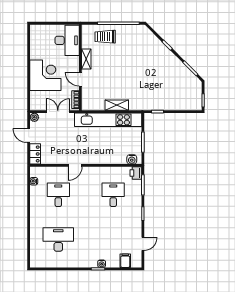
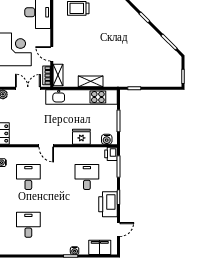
shelving: (86, 59) -> (58, 75), moved
fridge: (108, 157) -> (81, 137), added
door: (75, 165) -> (46, 146), hinge flipped
printer: (133, 220) -> (108, 204), added
desk: (58, 240) -> (28, 225), width x0.73
filing cabinet: (125, 261) -> (100, 247), width x2.00

